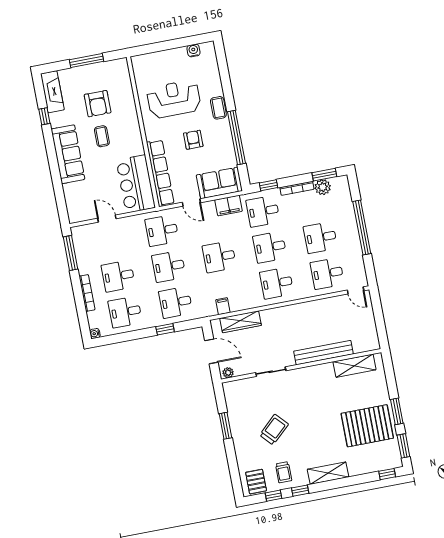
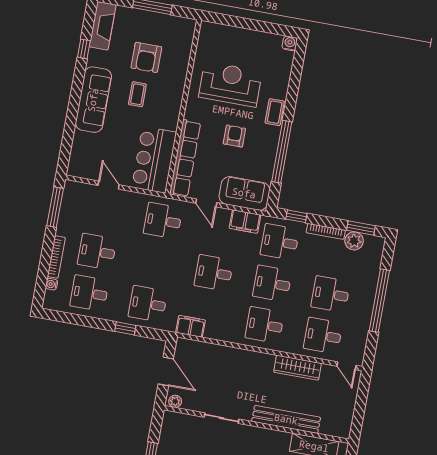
water cooler: (193, 50) -> (290, 43), moved
desk: (169, 266) -> (155, 262), removed
filing cabinet: (223, 306) -> (191, 326), width x2.00
wardrobe: (241, 322) -> (298, 368), moved
water cooler: (95, 334) -> (52, 284), moved

